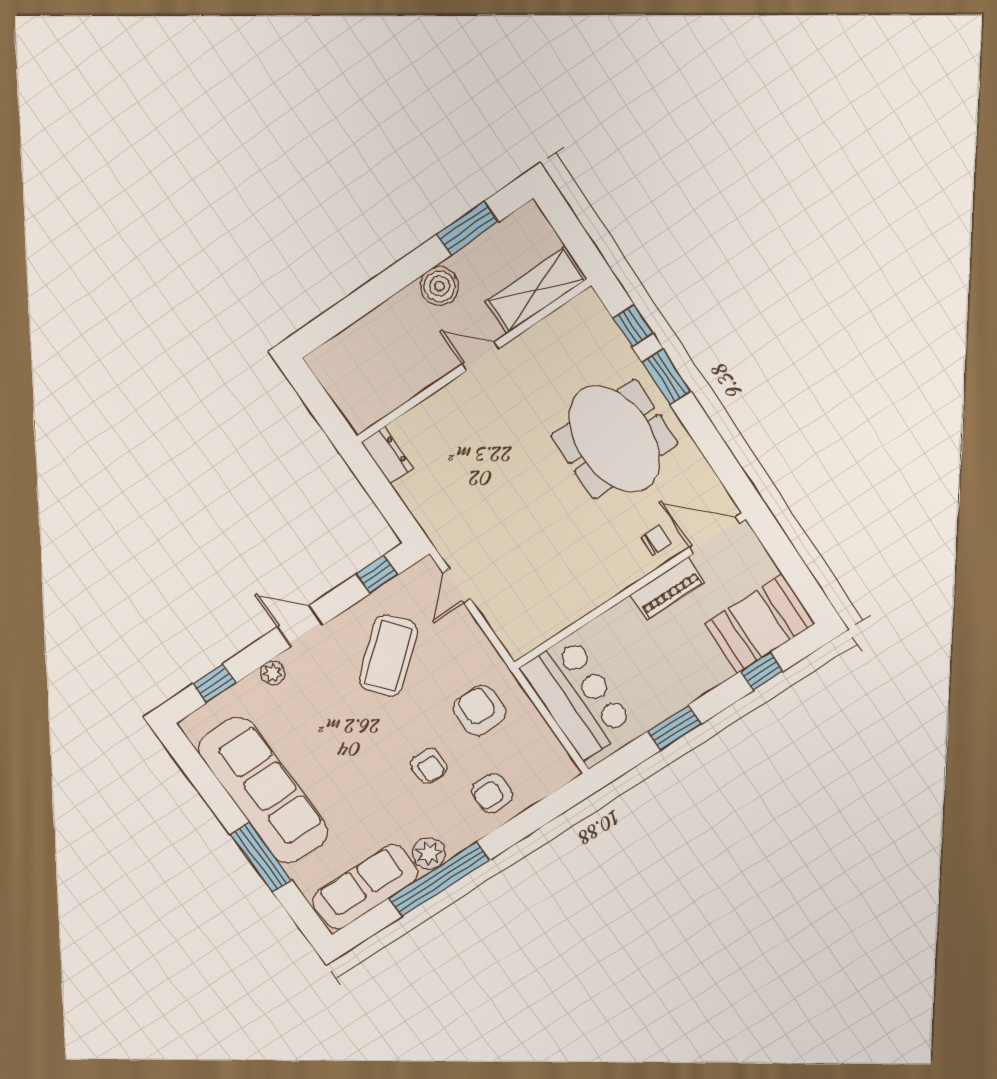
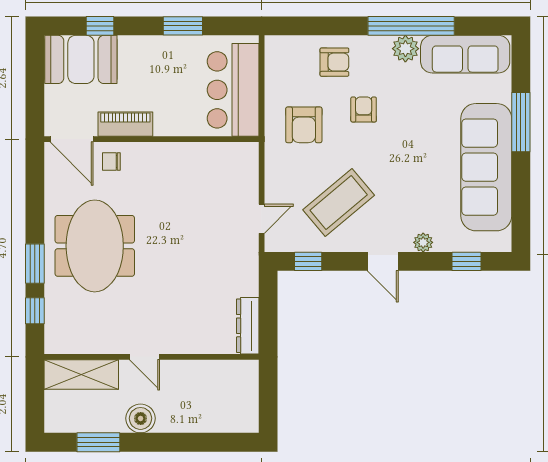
dresser: (387, 455) -> (248, 326), width x1.44

